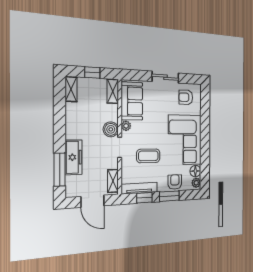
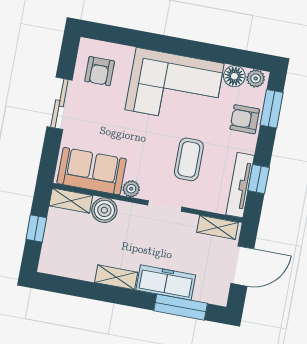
shelving: (71, 89) -> (116, 277), moved
boiler: (111, 129) -> (104, 210), moved
window: (169, 196) -> (272, 109), moved

